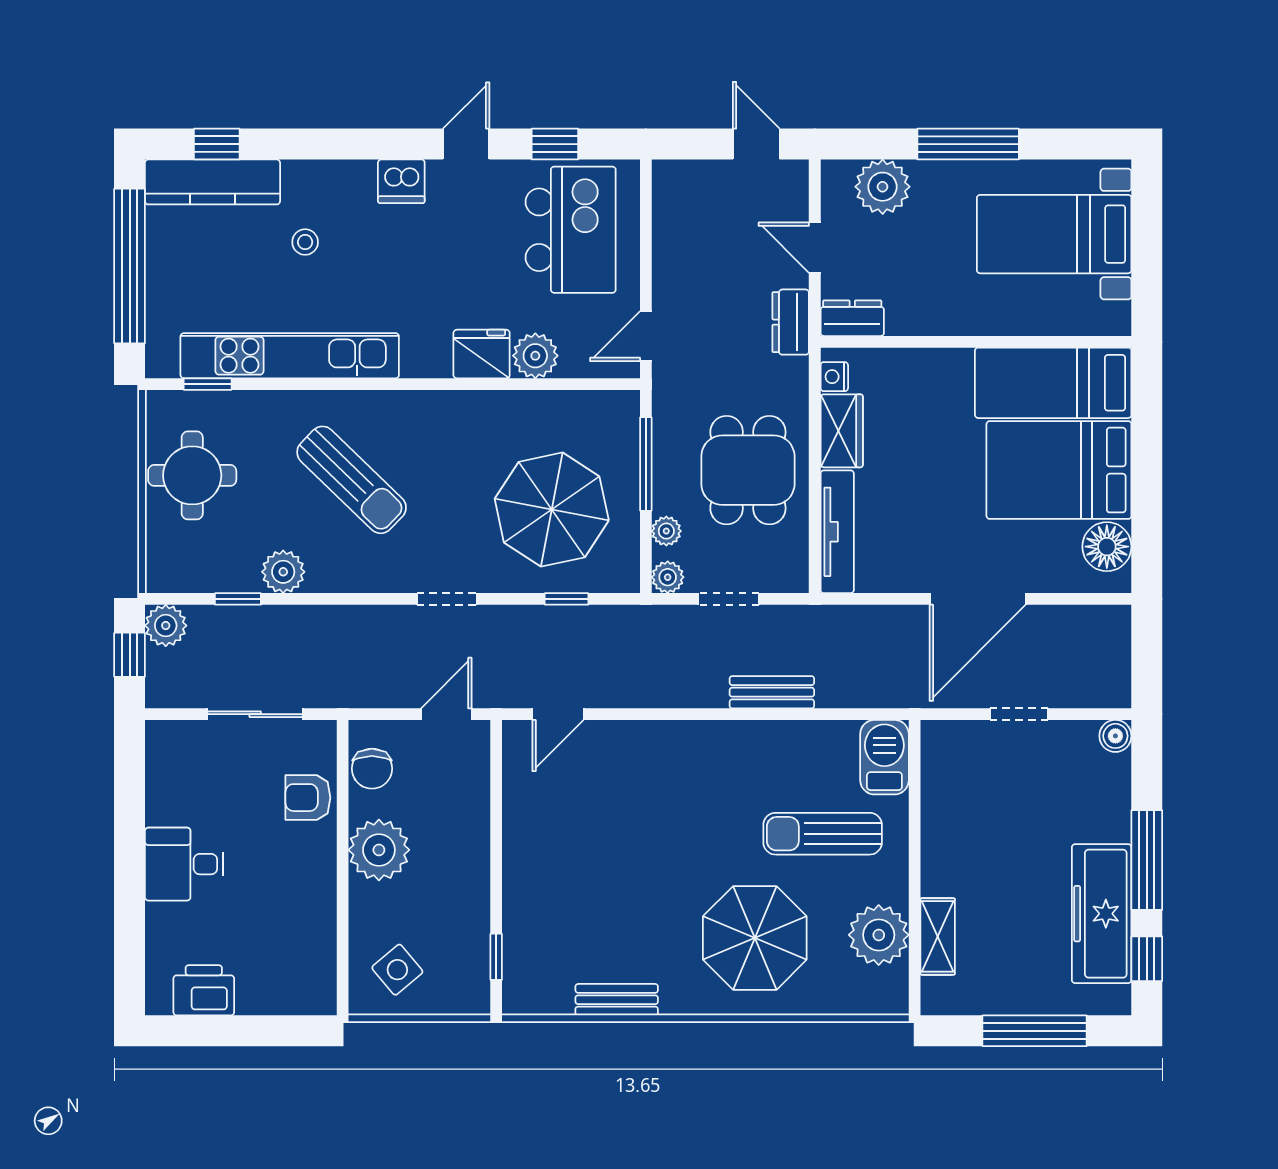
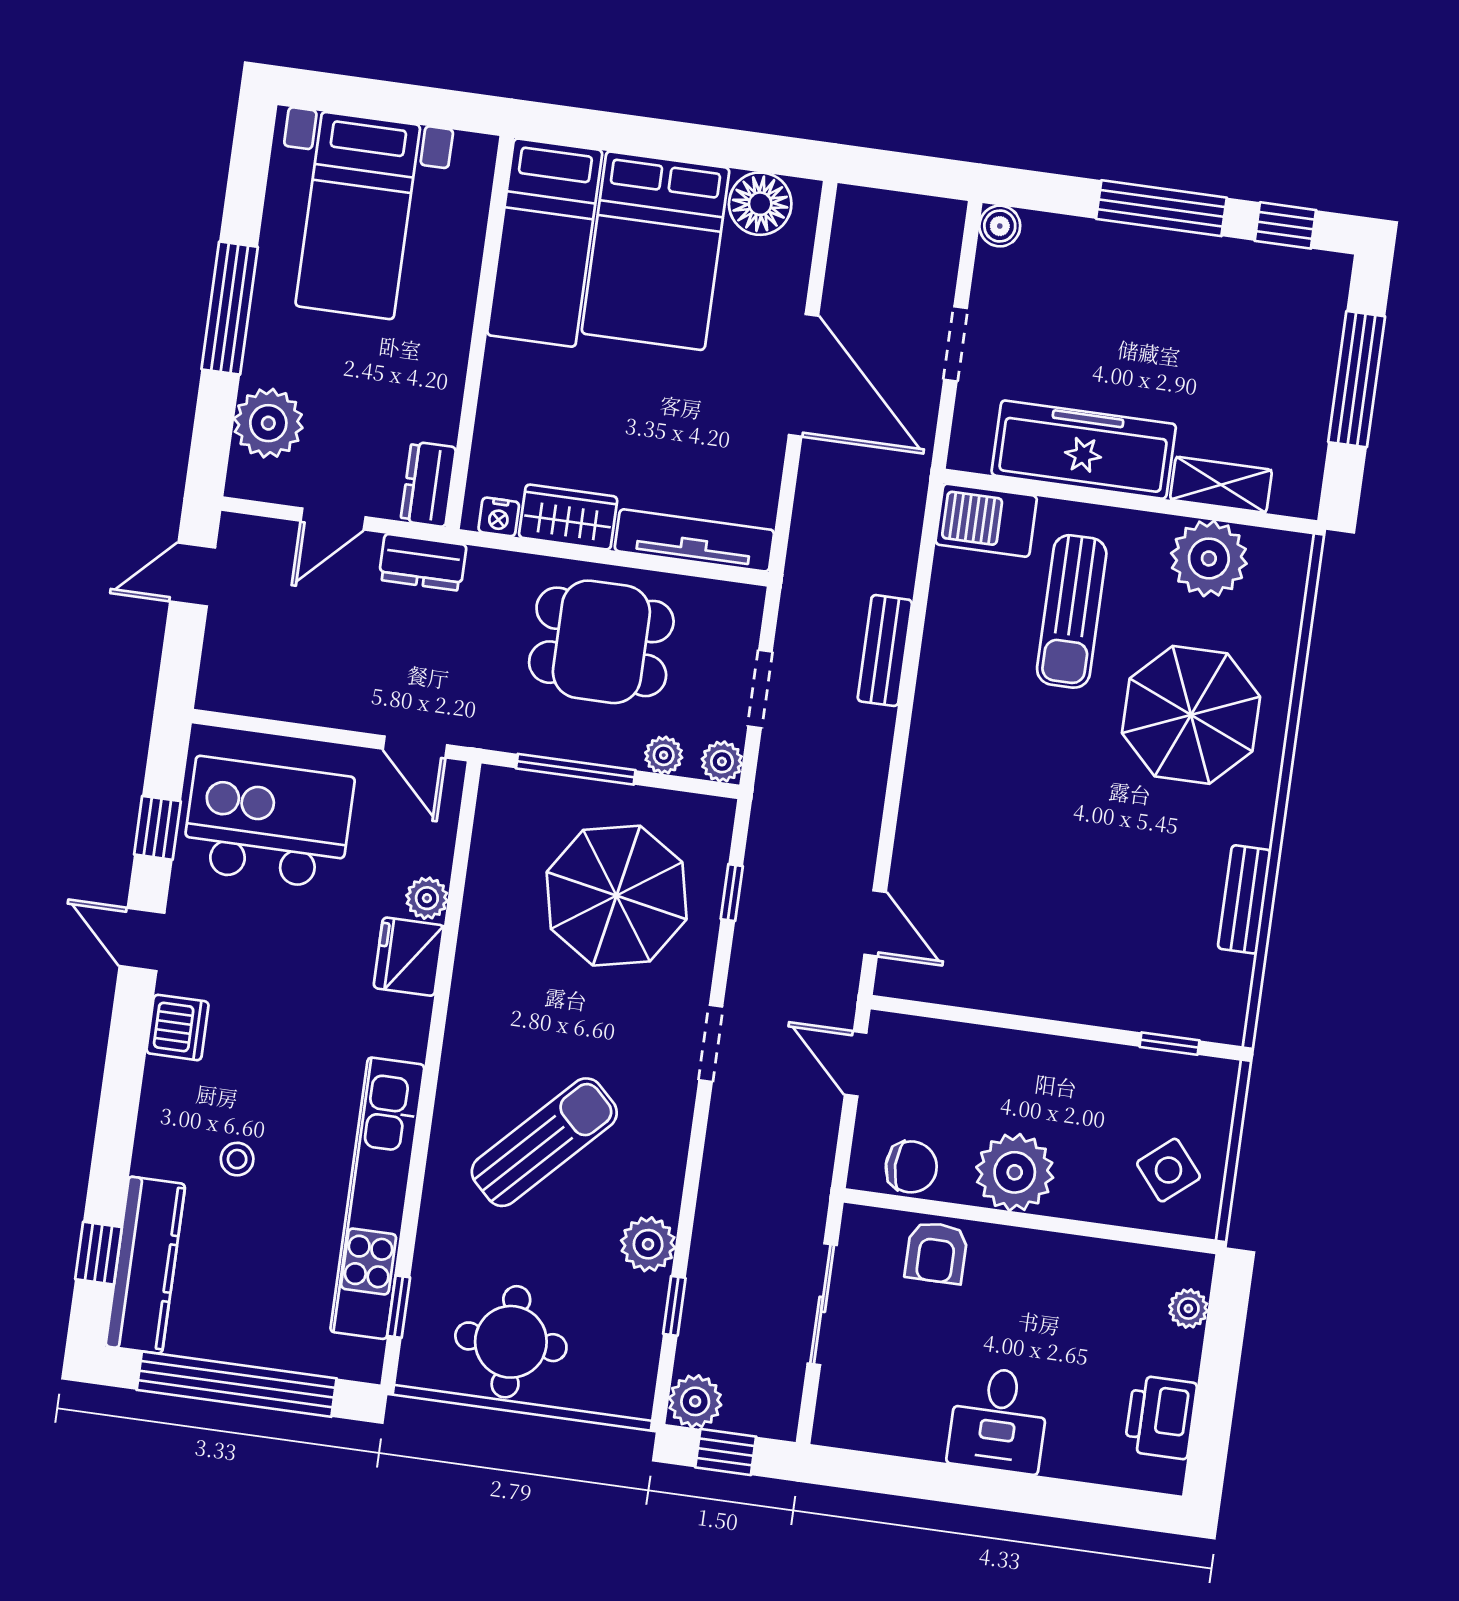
plant: (535, 356) -> (427, 898), width x0.73, depth x0.73
freezer: (1102, 914) -> (1084, 450), moved, turned 180
plant: (292, 1000) -> (1188, 1309), added

